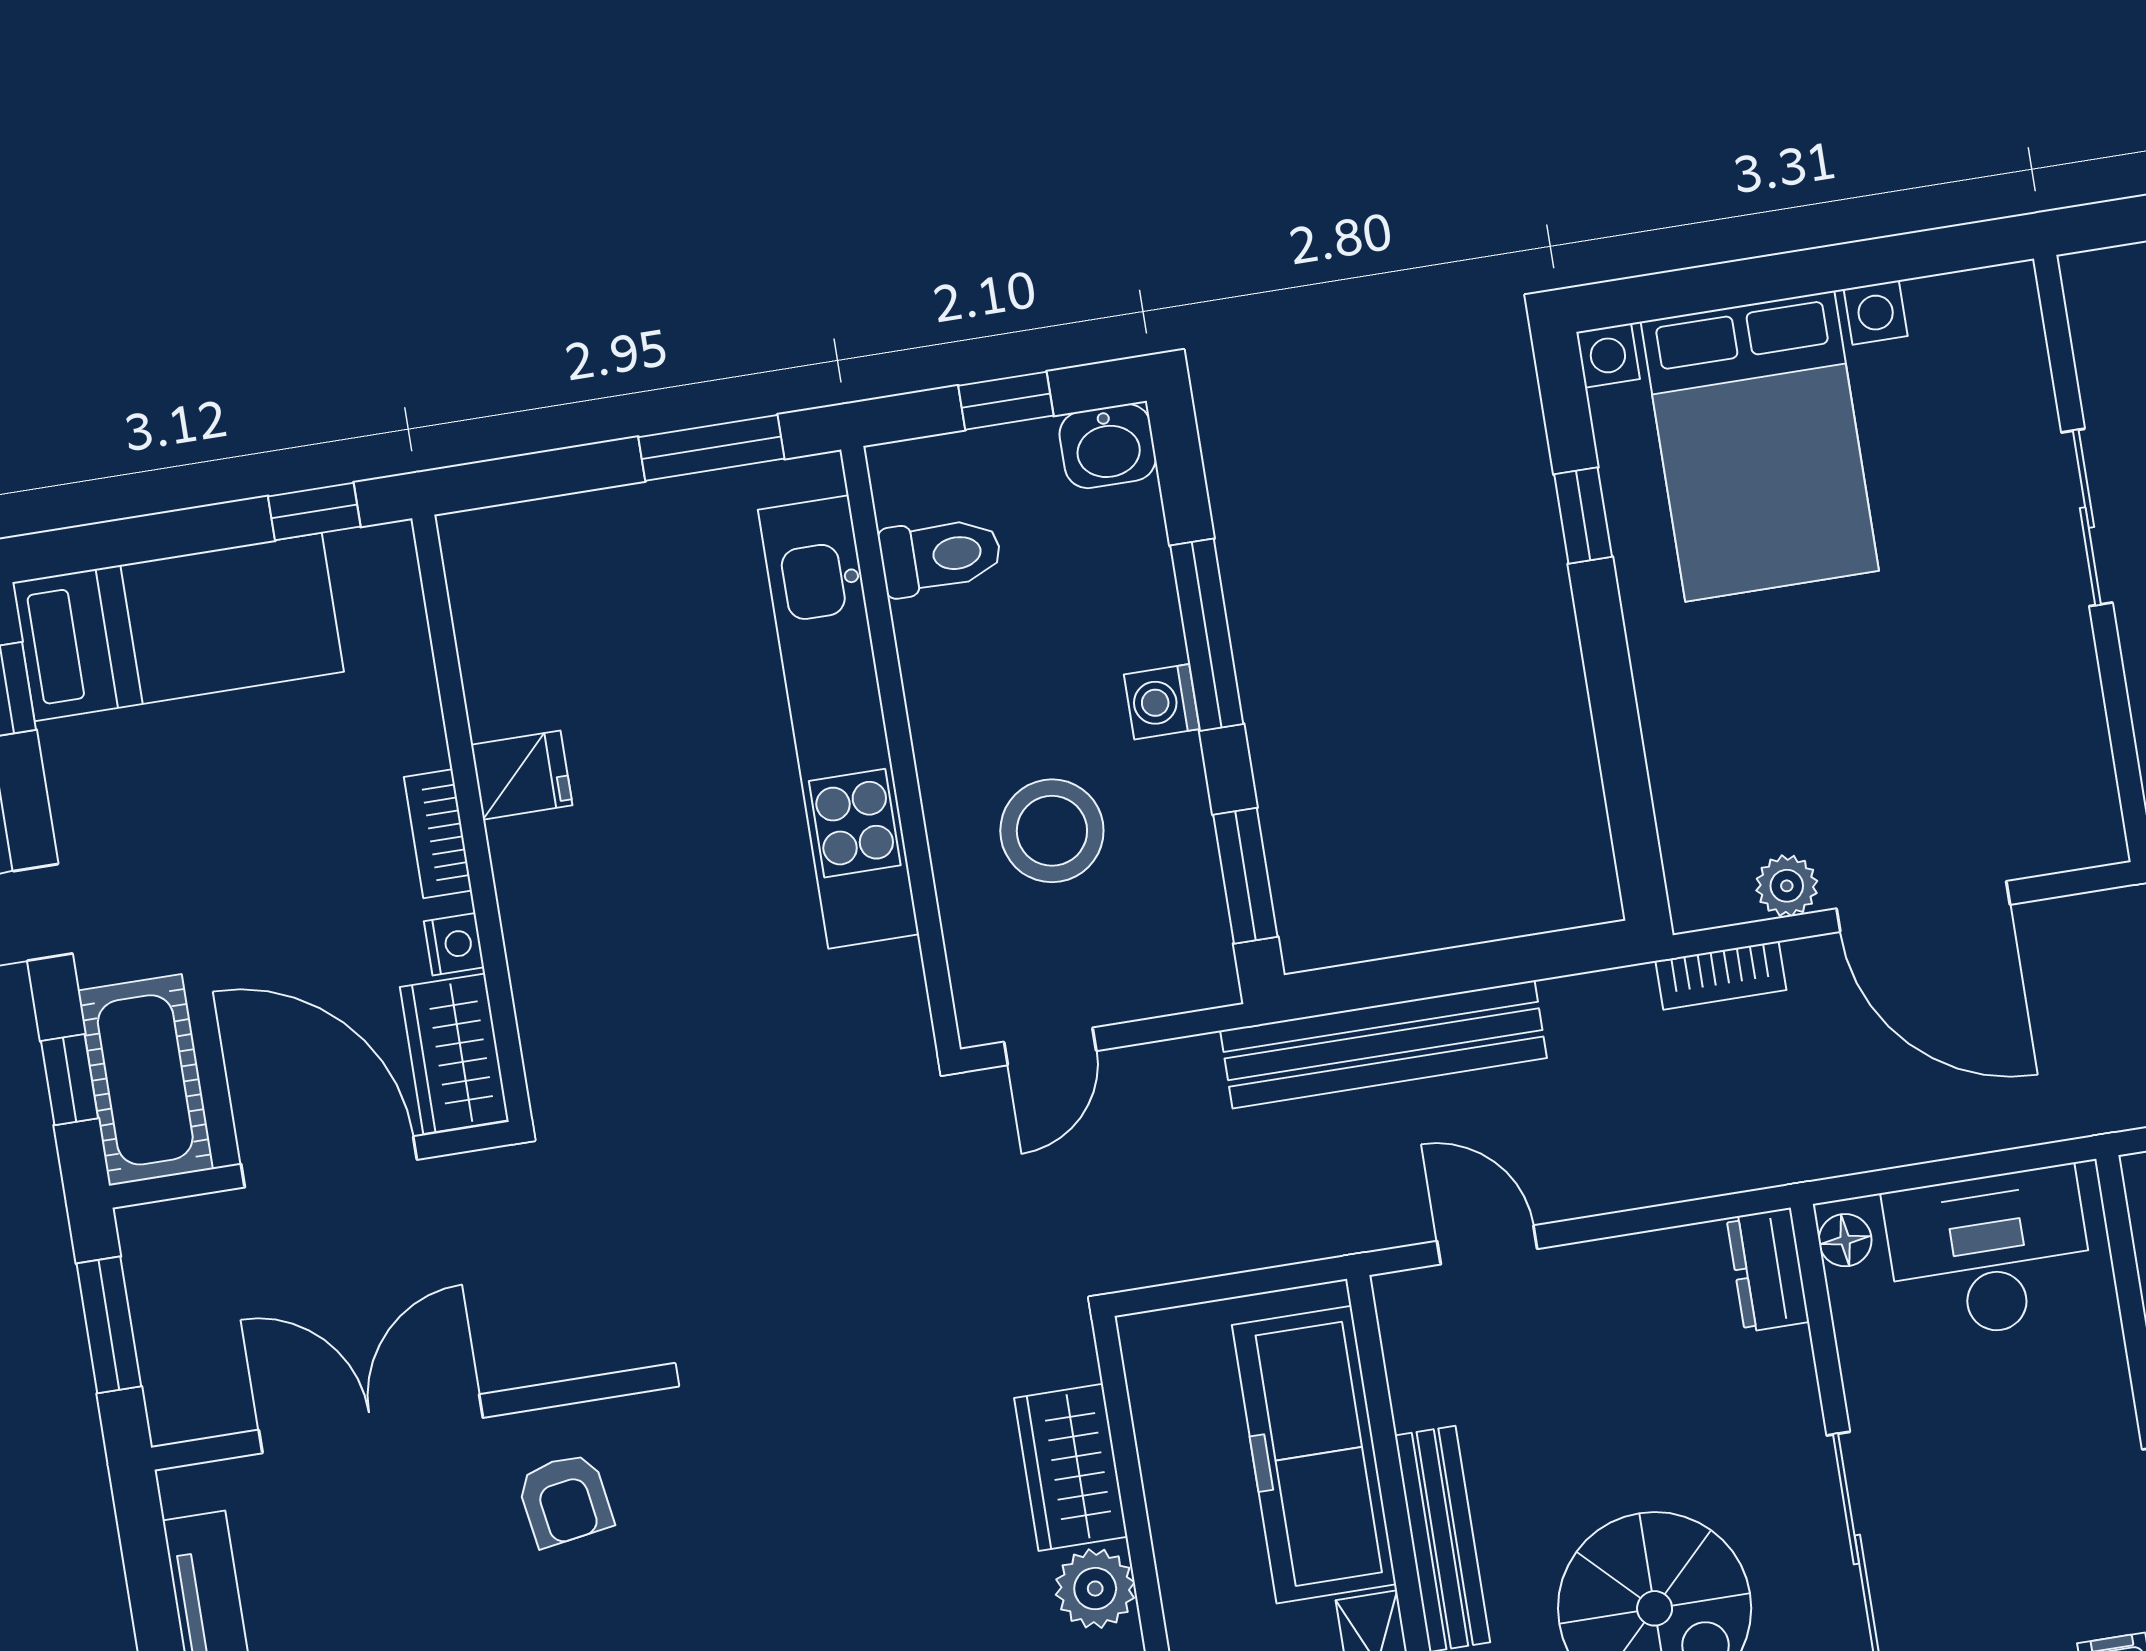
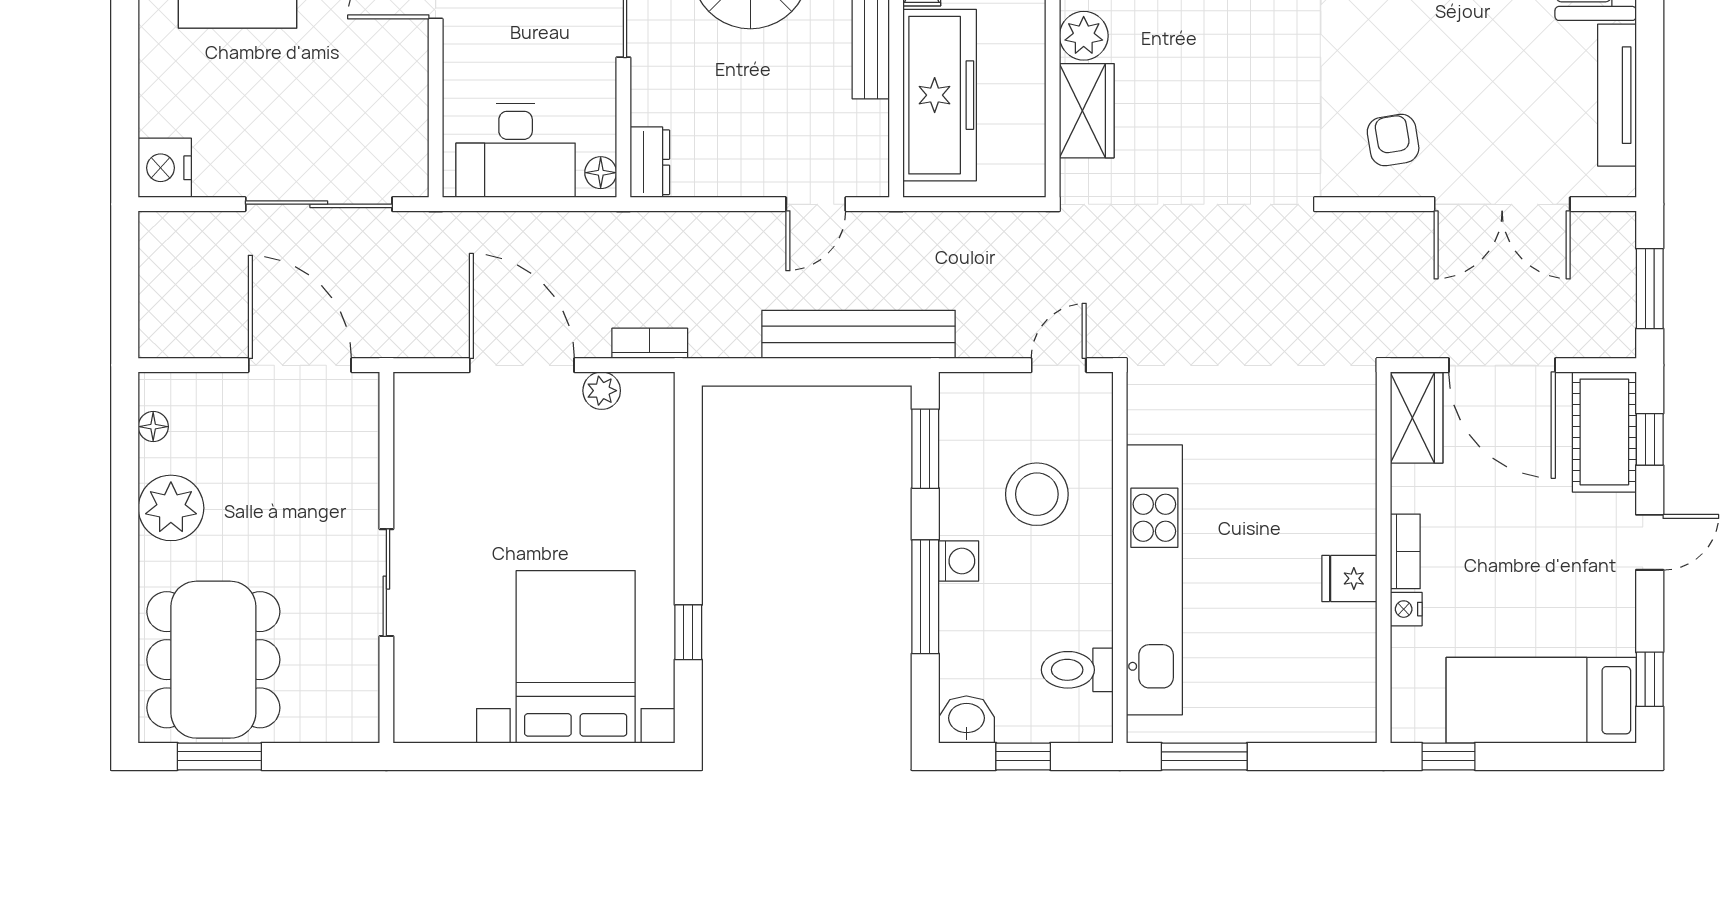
nightstand: (454, 944) -> (1406, 609), moved
door: (1487, 1245) -> (816, 204), hinge flipped

